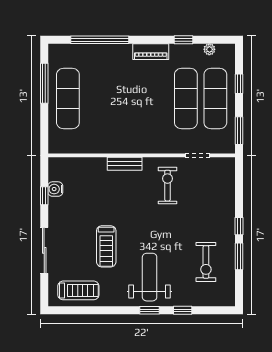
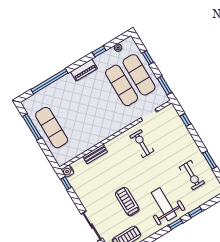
bench: (125, 164) -> (95, 154), moved
water cooler: (55, 189) -> (68, 171), moved
window: (44, 196) -> (66, 183), moved
window: (239, 226) -> (185, 120), moved
treadmill: (106, 246) -> (127, 202), turned 180

